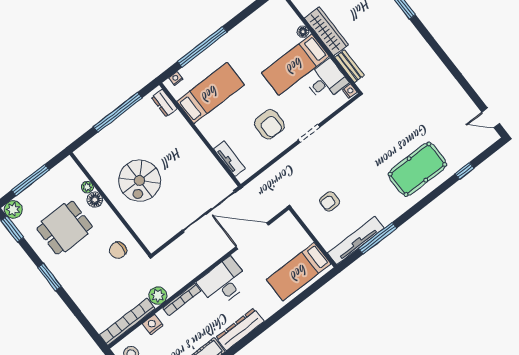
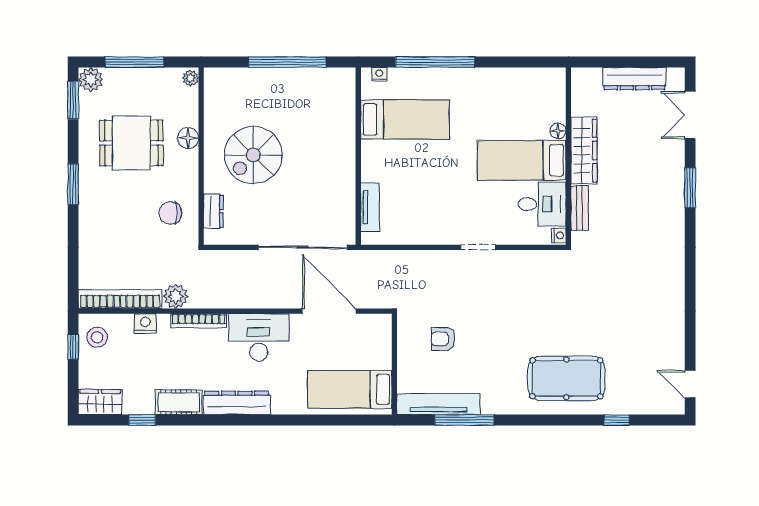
dresser: (164, 103) -> (213, 211), moved, turned 180
armchair: (269, 124) -> (443, 204), removed
plant: (87, 187) -> (191, 78), moved

